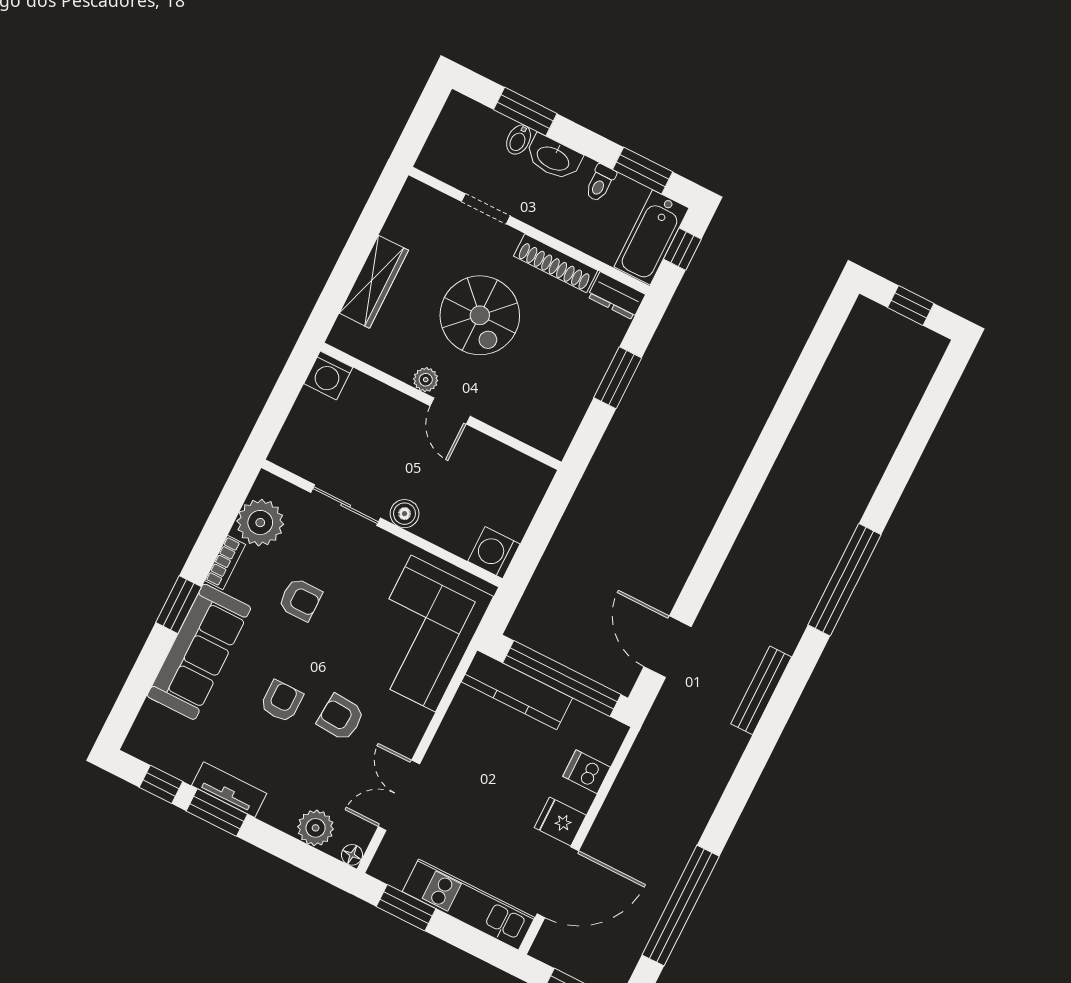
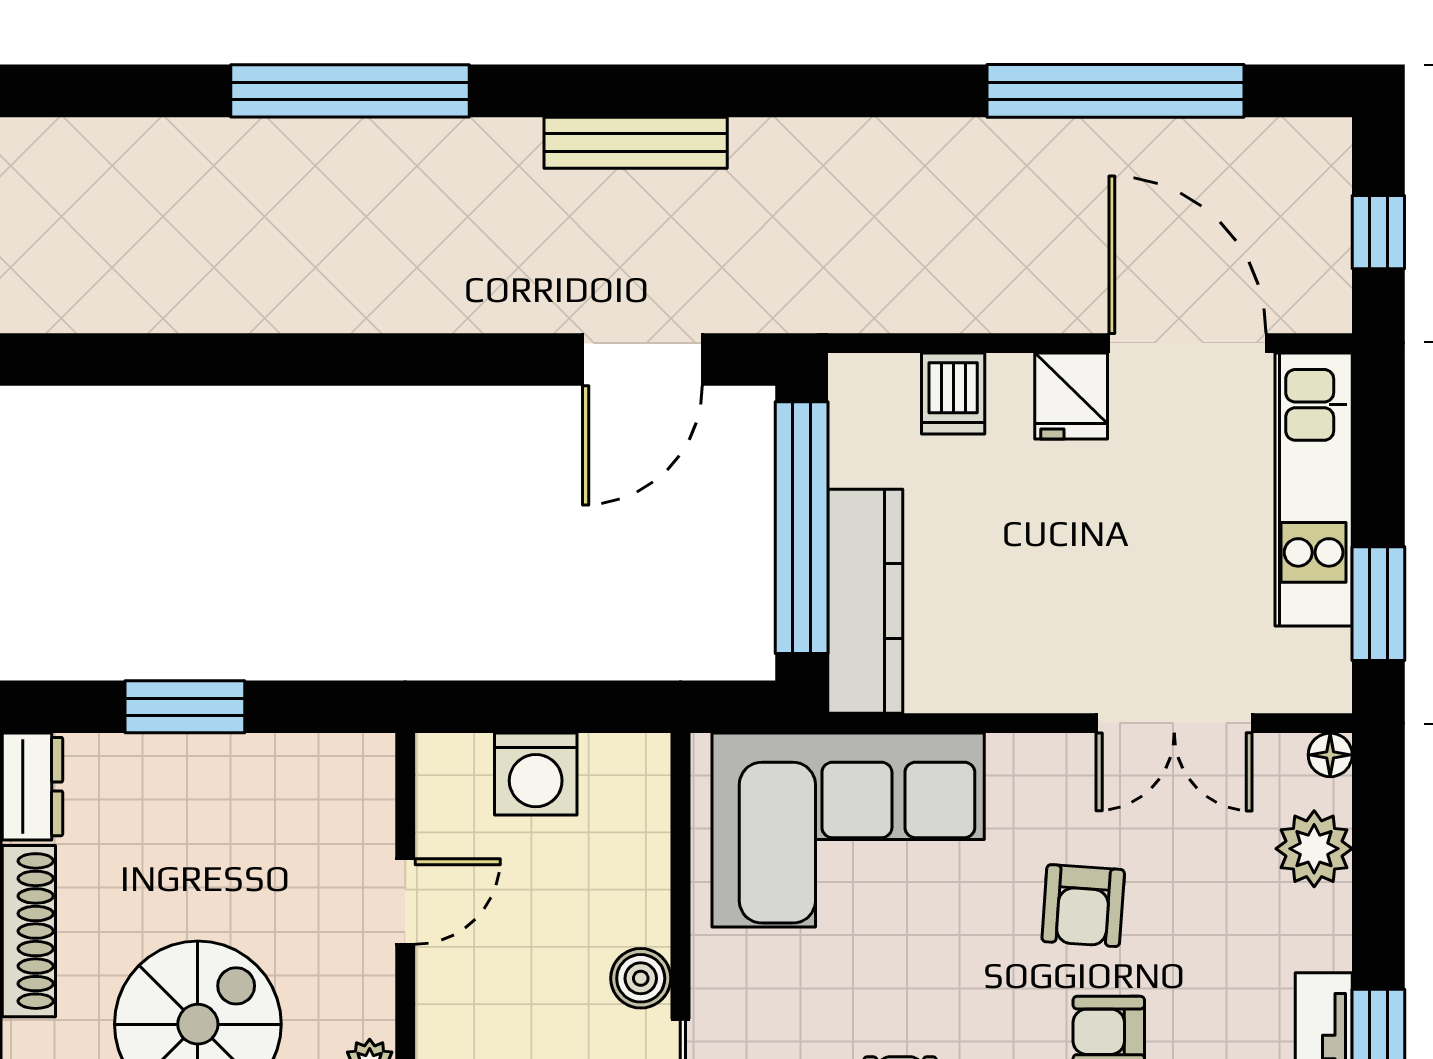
door: (450, 411) -> (405, 901), moved
washing machine: (494, 553) -> (536, 774), moved

